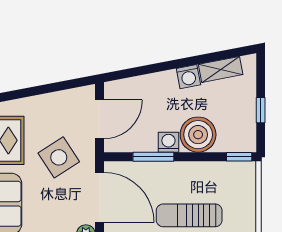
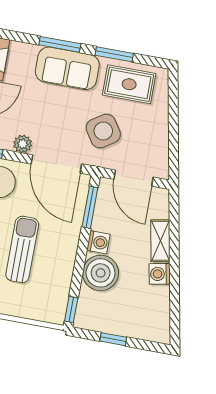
shelving: (221, 69) -> (160, 241), moved
window: (153, 157) -> (90, 207), moved
door: (99, 197) -> (56, 164), hinge flipped

